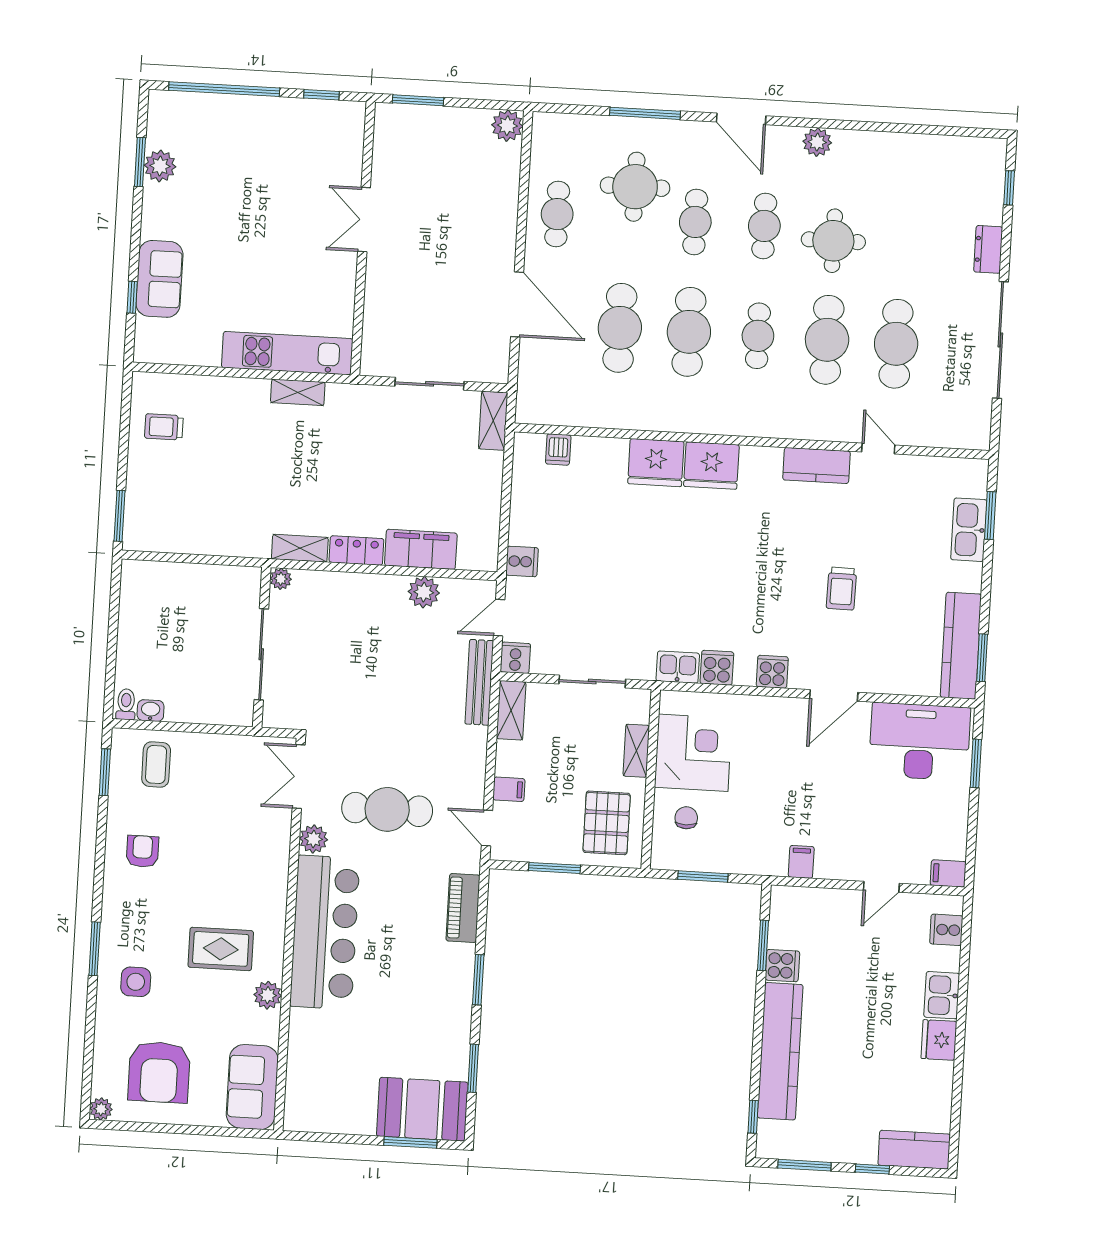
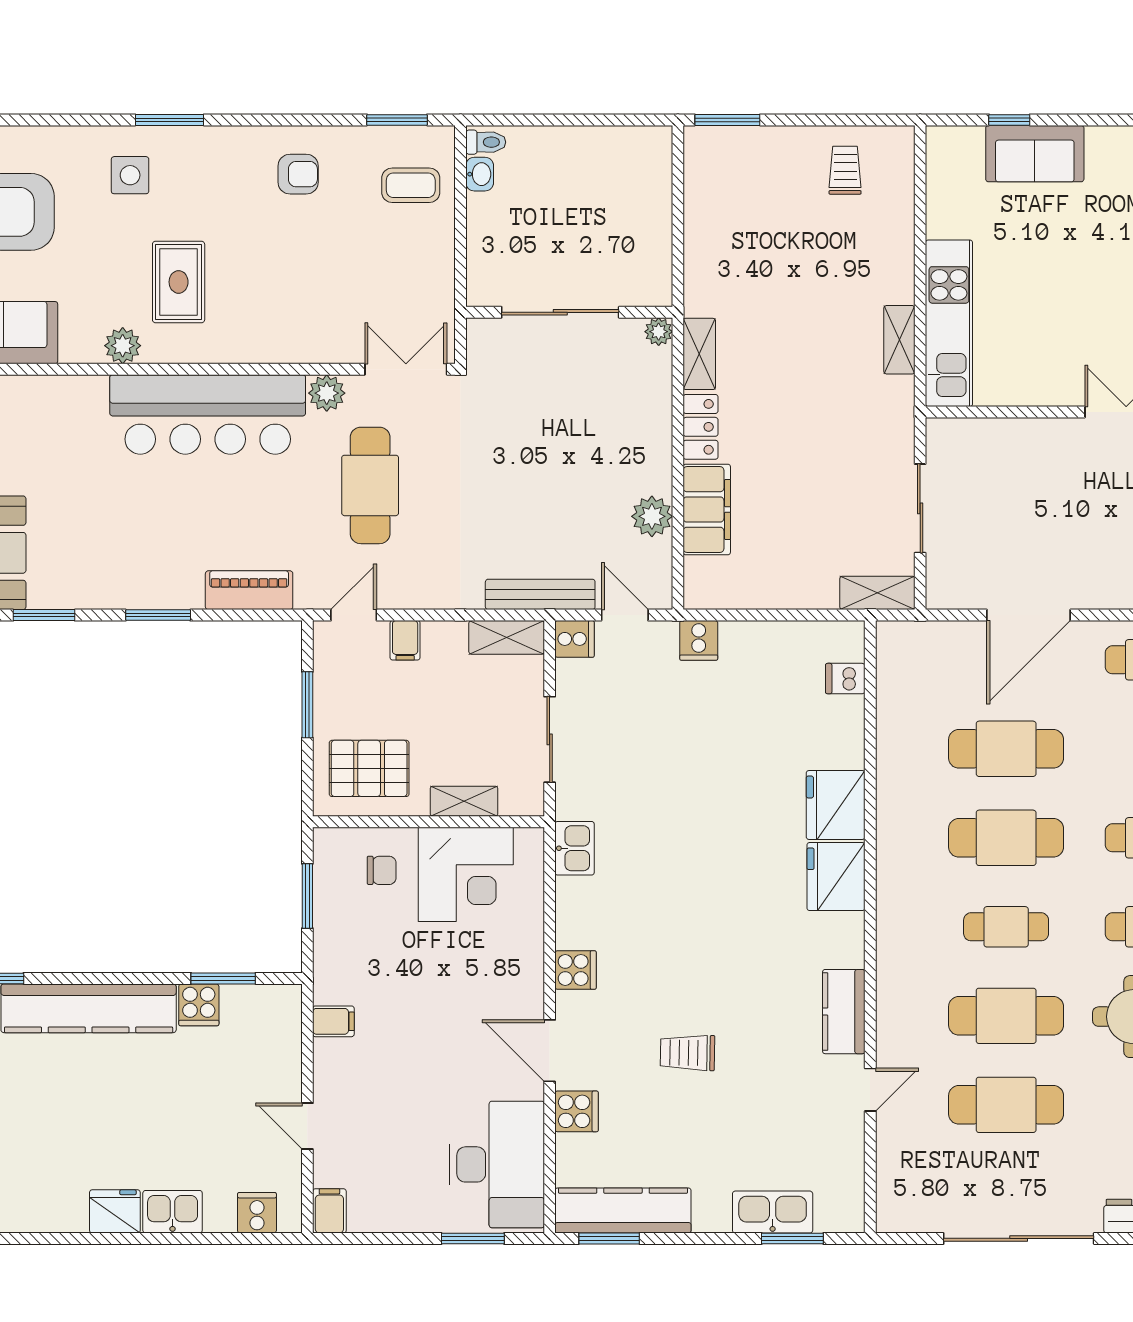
cooker: (717, 668) -> (577, 1111), moved

